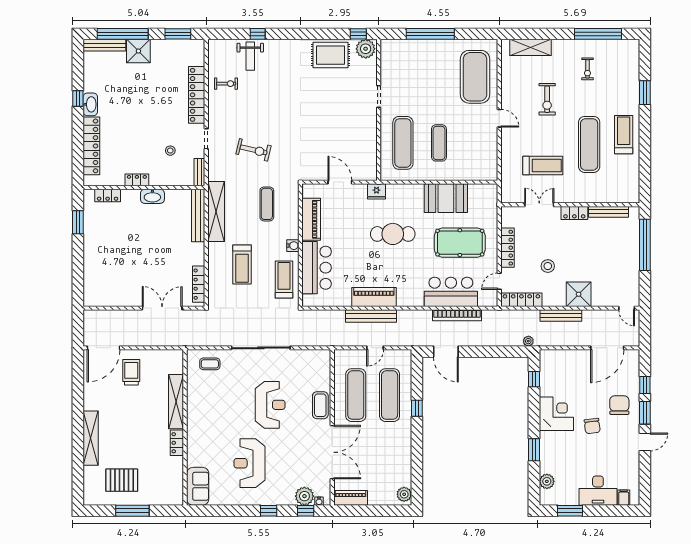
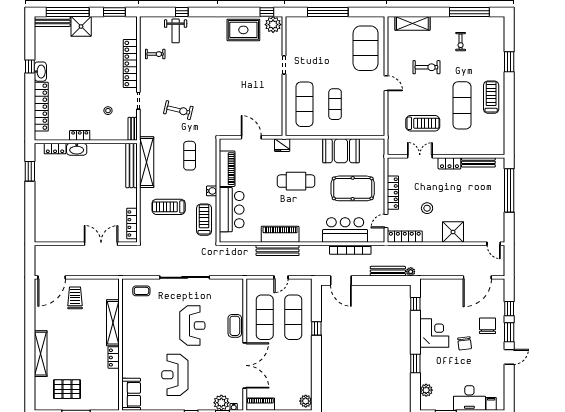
exercise bike: (547, 99) -> (426, 67), turned -90
washbasin: (152, 196) -> (77, 149), moved
treadmill: (242, 264) -> (169, 207), turned 90
bench: (561, 315) -> (388, 271), moved

